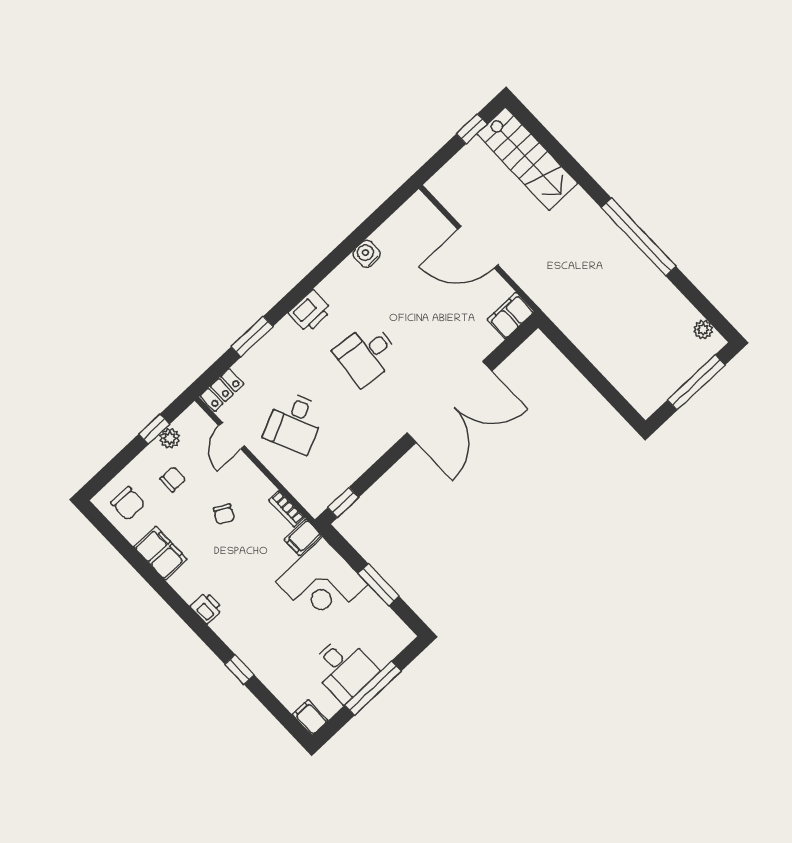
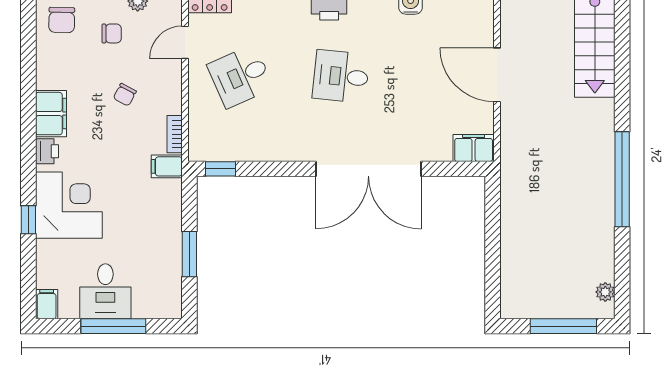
filing cabinet: (160, 553) -> (51, 114), moved
corner desk: (322, 583) -> (69, 205), moved, turned 180

